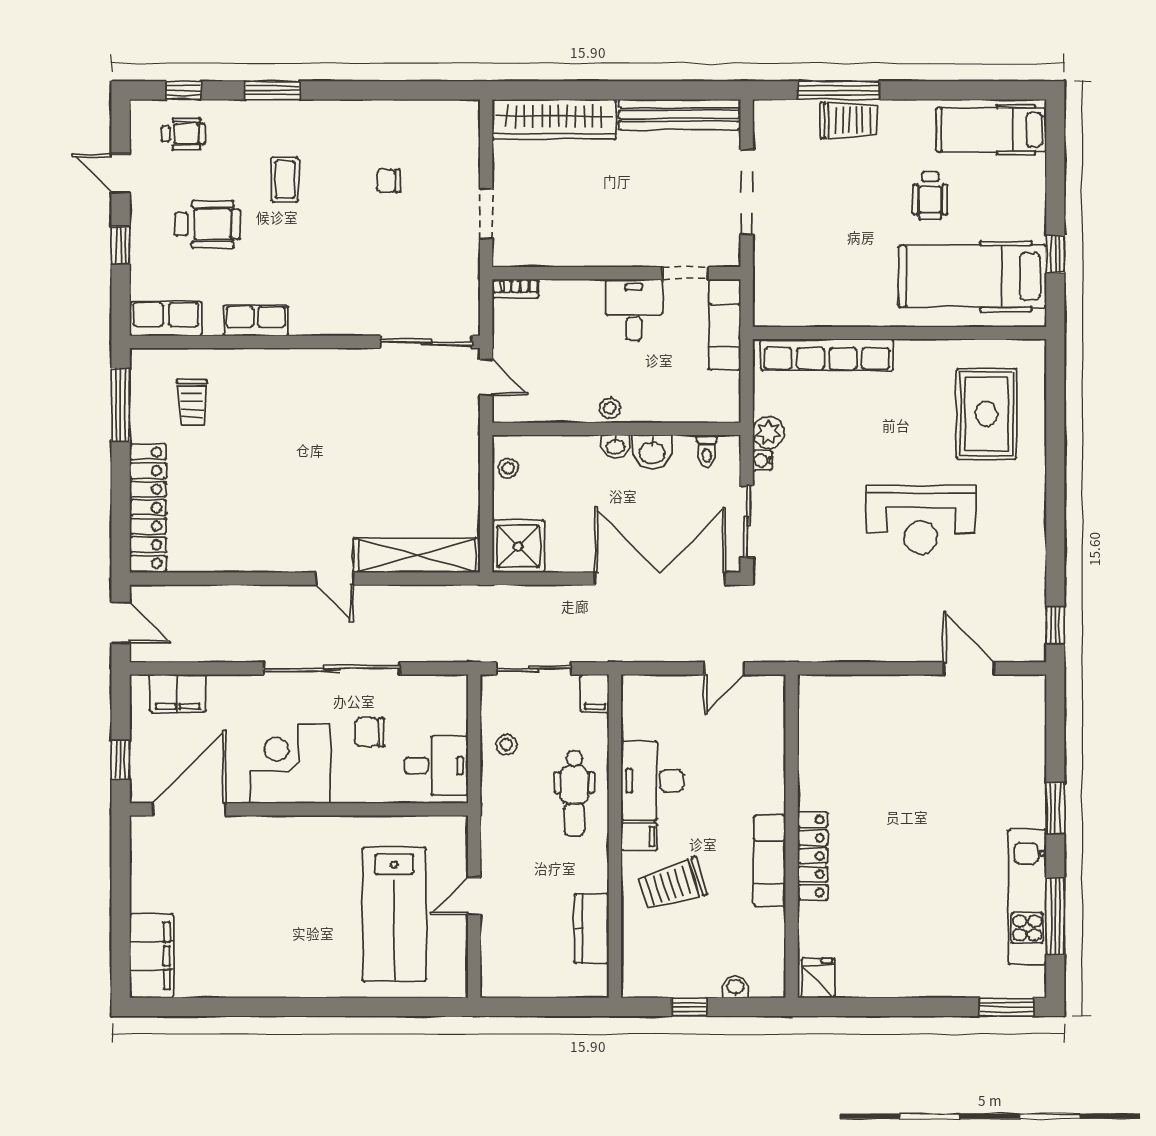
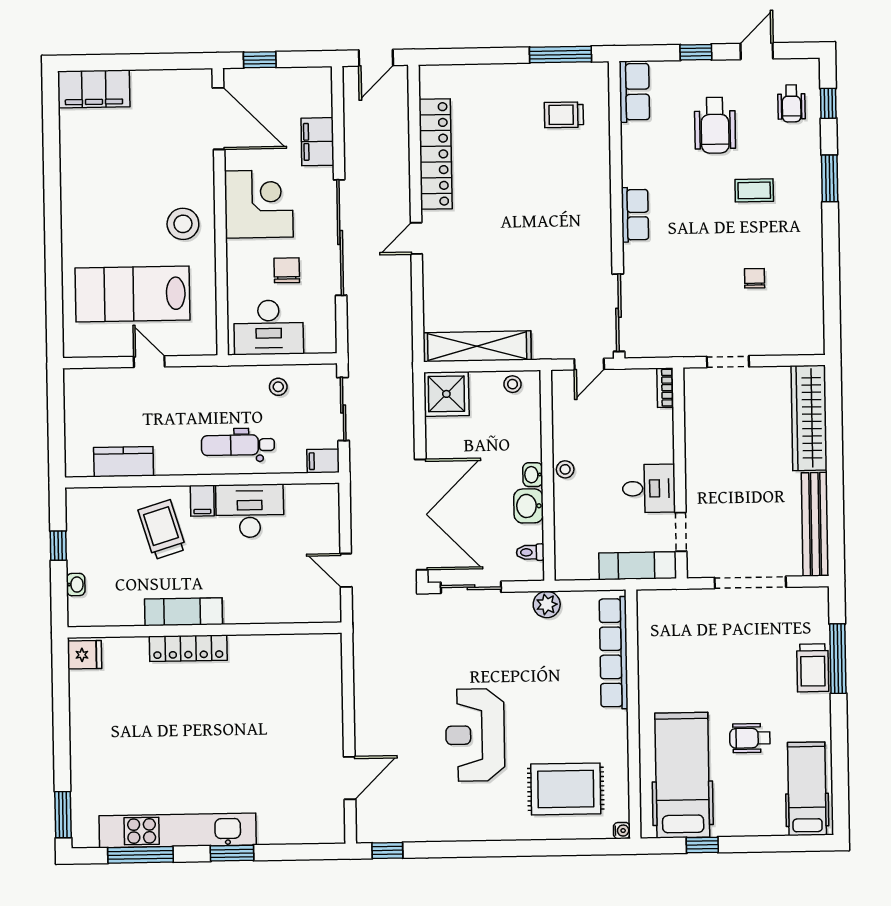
row of seats: (256, 321) -> (635, 215), moved
water cooler: (762, 460) -> (622, 831), moved, turned 90
locker: (148, 508) -> (436, 154), moved, turned -90
shelving: (417, 555) -> (477, 346), moved, turned 90
filing cabinet: (177, 693) -> (317, 142), moved
desk: (436, 766) -> (269, 327), width x1.37
stool: (312, 853) -> (183, 224), added
kitchen unit: (1027, 897) -> (178, 830), width x1.36

